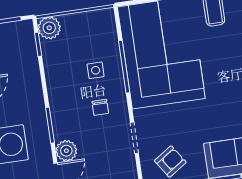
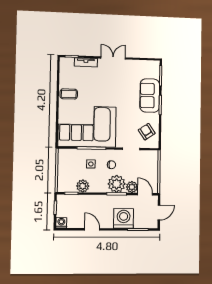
plant: (49, 28) -> (83, 186), moved
plant: (68, 122) -> (117, 184), added

